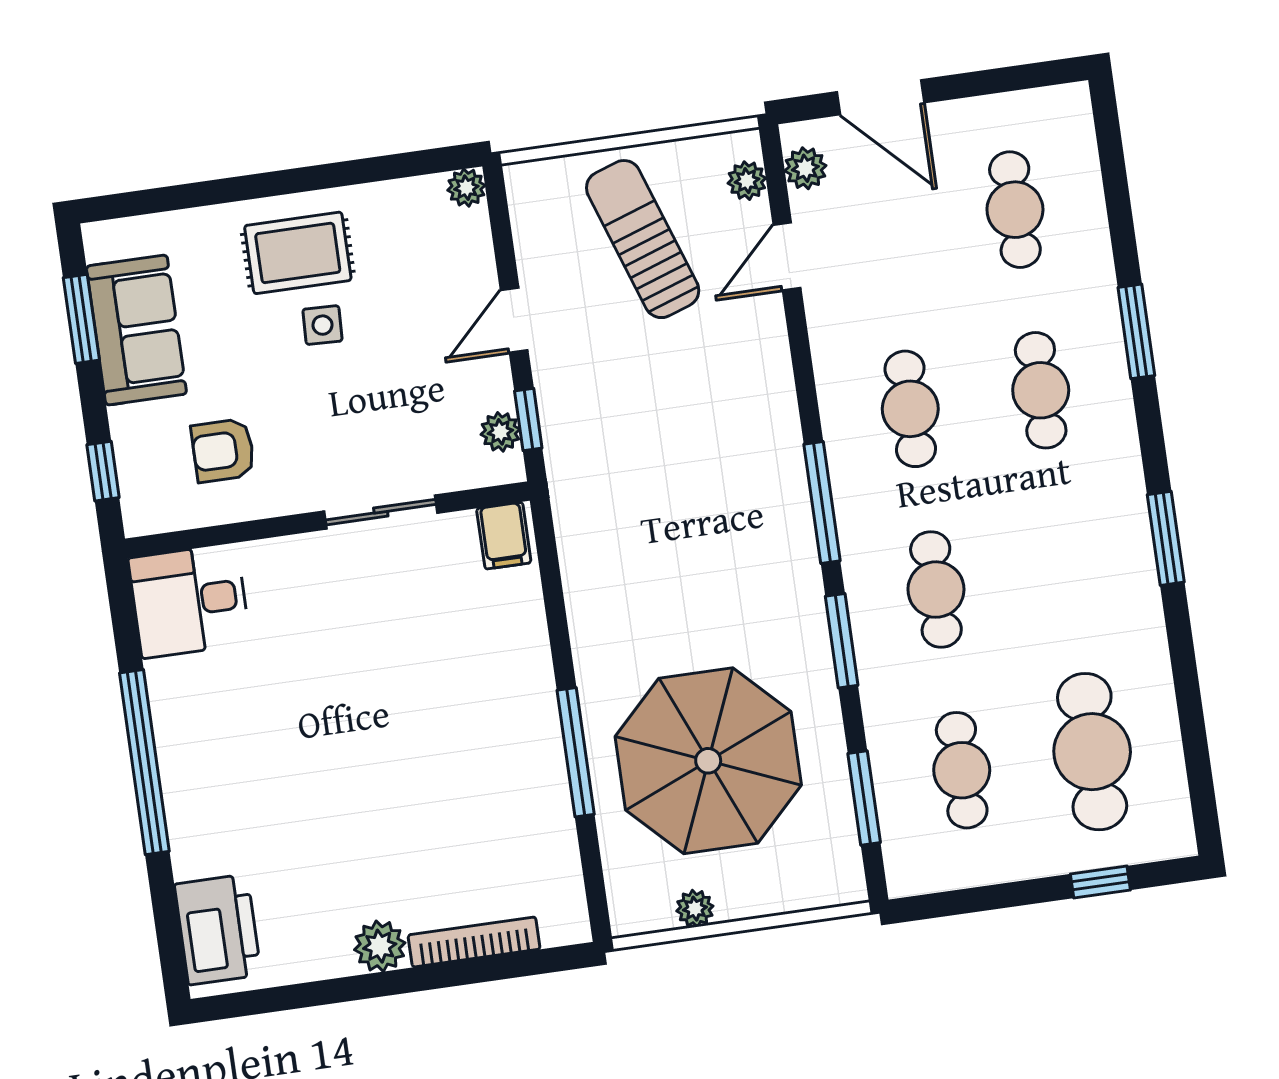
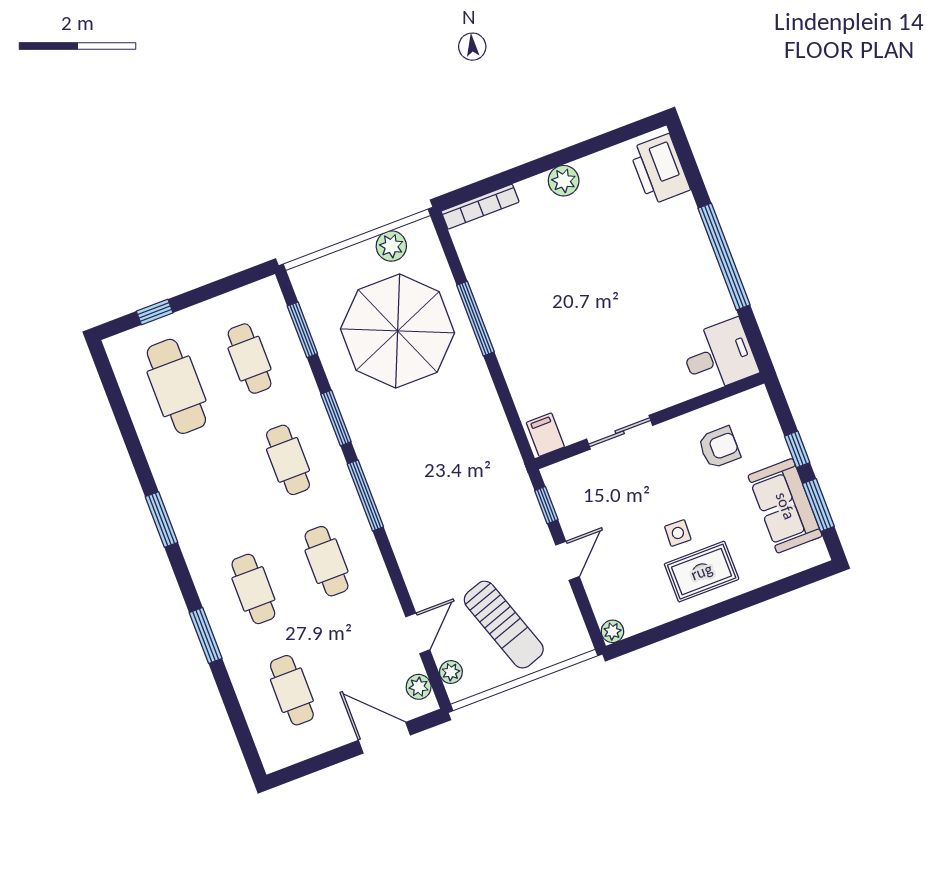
plant: (500, 432) -> (561, 494), removed
window: (103, 471) -> (797, 449), moved
plant: (695, 909) -> (391, 246), width x1.38, depth x1.38
bookcase: (474, 942) -> (480, 207), moved

